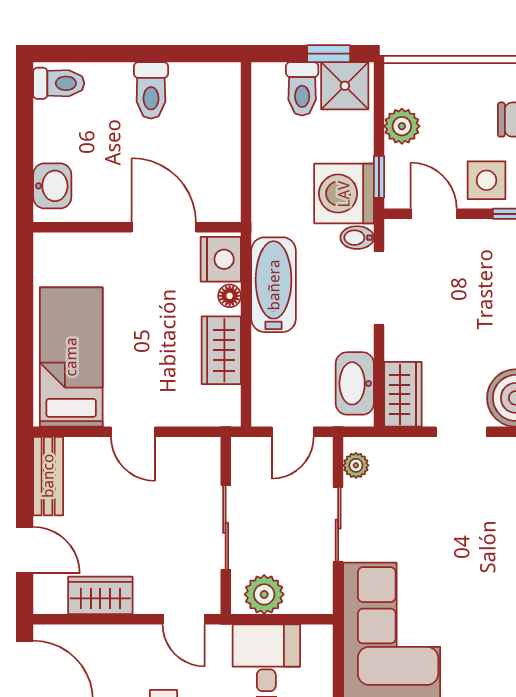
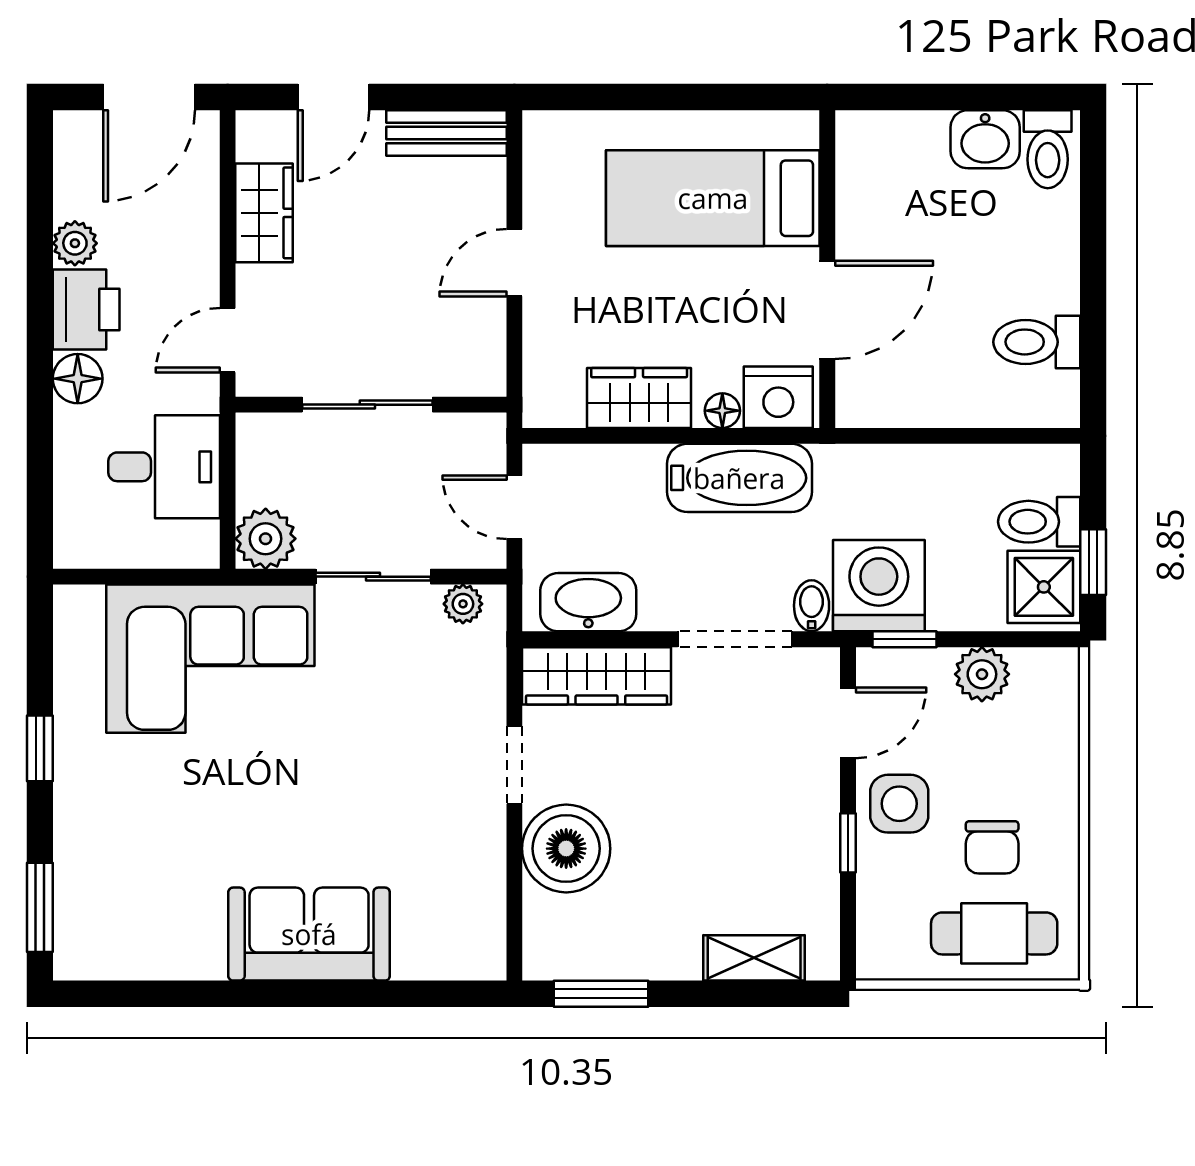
toilet: (151, 90) -> (1037, 342), moved
washbasin: (52, 186) -> (985, 139), moved
bed: (71, 357) -> (713, 198), moved, turned 180
wardrobe: (403, 394) -> (597, 676), width x1.50
plant: (264, 594) -> (266, 539), moved

